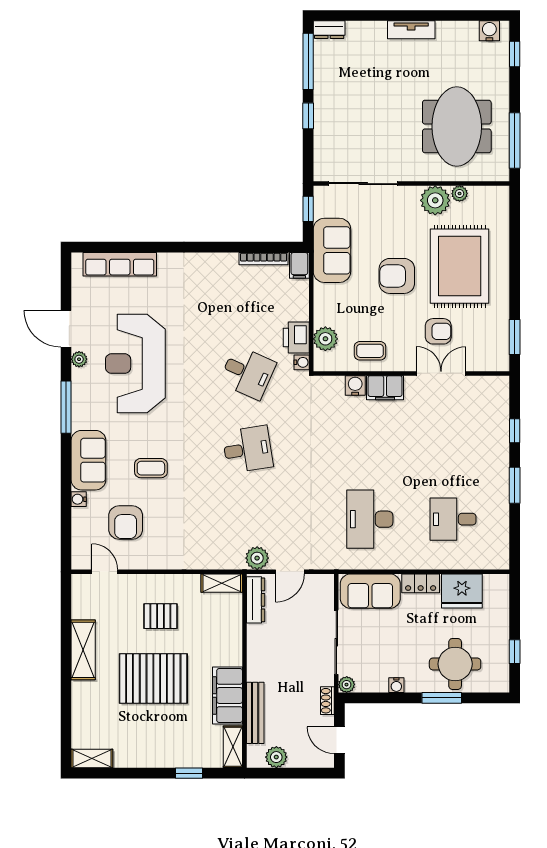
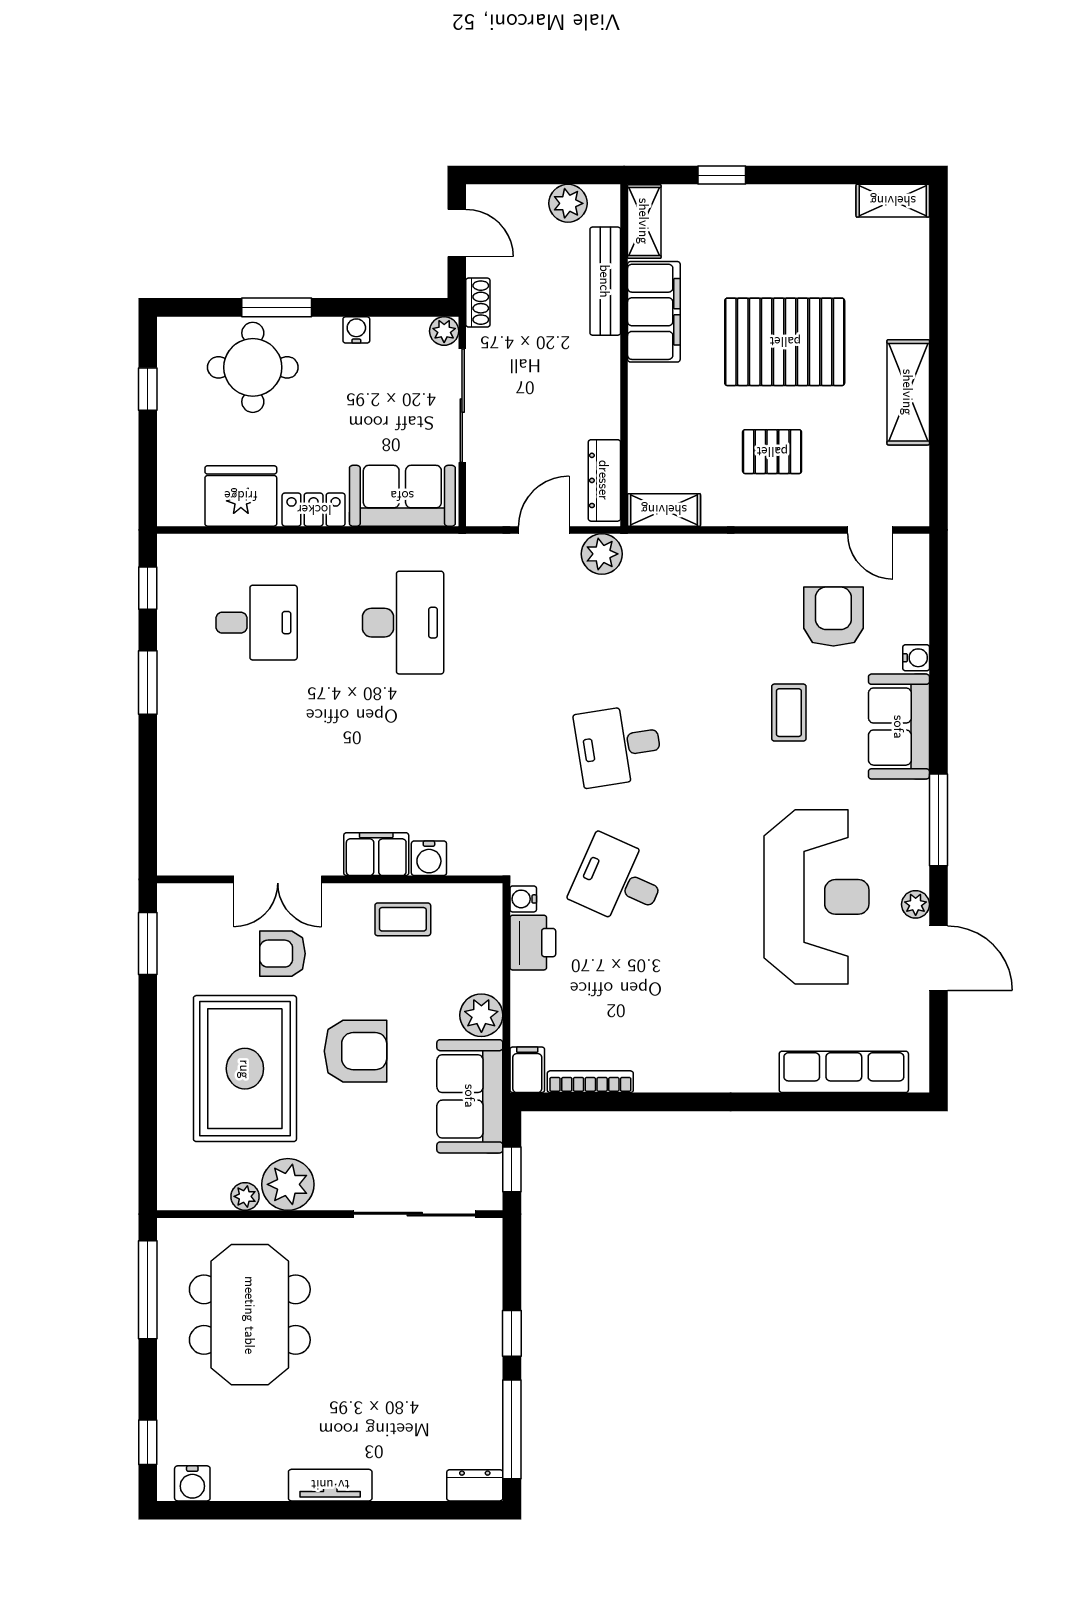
plant: (325, 339) -> (481, 1015), moved
window: (515, 431) -> (148, 588), moved
coffee table: (151, 468) -> (789, 713), turned 90

